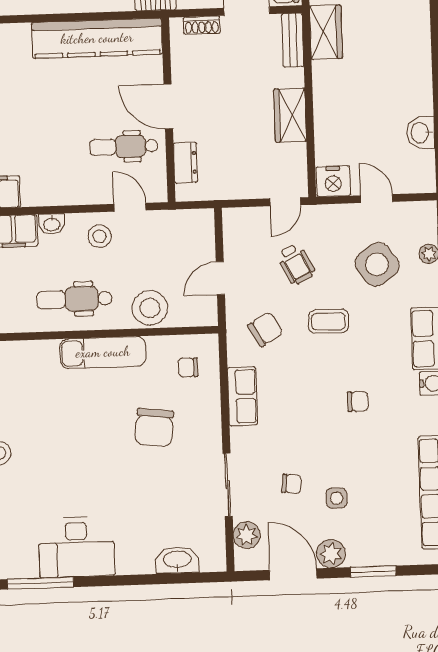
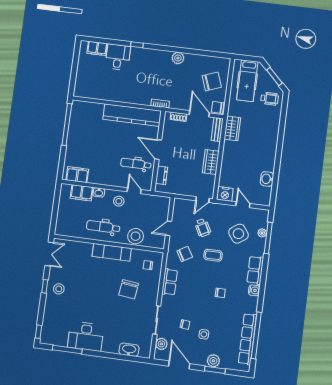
plant: (331, 554) -> (213, 361), moved

